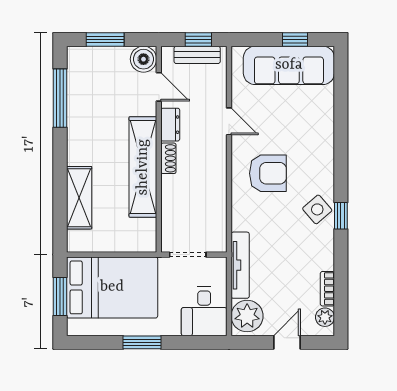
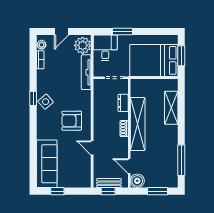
sofa: (289, 65) -> (47, 164), moved, turned 90
dresser: (170, 125) -> (123, 103), moved
window: (142, 342) -> (122, 32), moved

